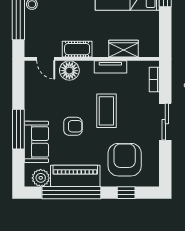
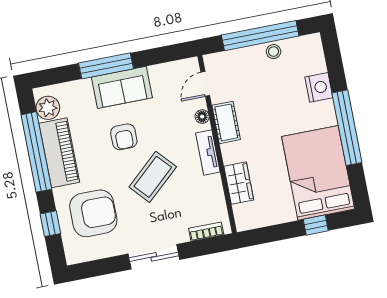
tv unit: (110, 67) -> (208, 153), moved
floor lamp: (69, 71) -> (202, 117), width x0.53, depth x0.53
coffee table: (106, 111) -> (153, 177), turned -42
sofa: (36, 142) -> (122, 87), moved

